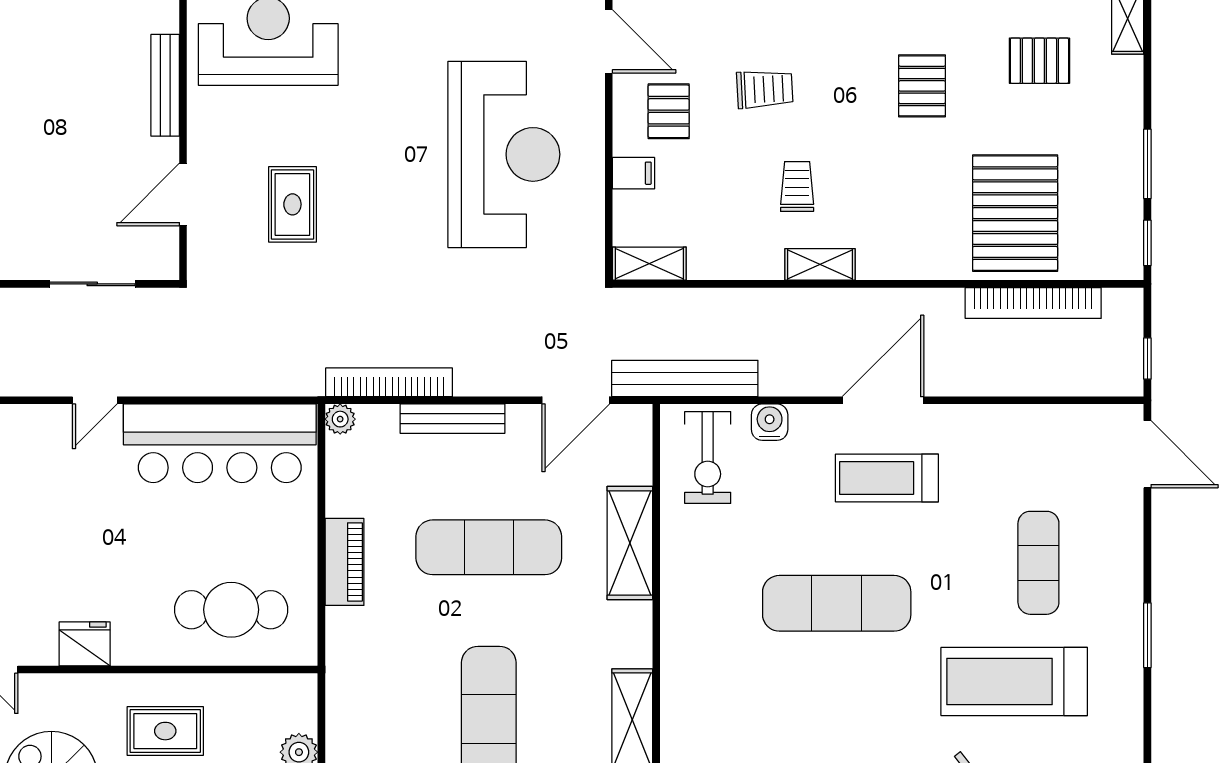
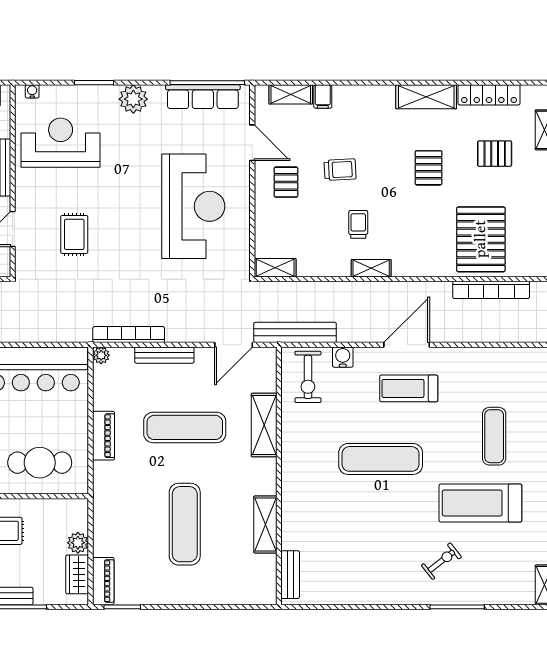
filing cabinet: (634, 173) -> (266, 217), removed

